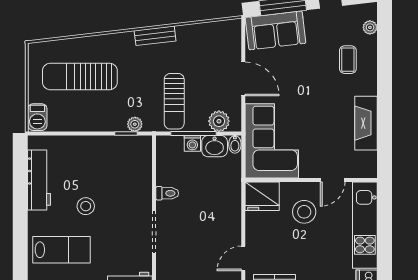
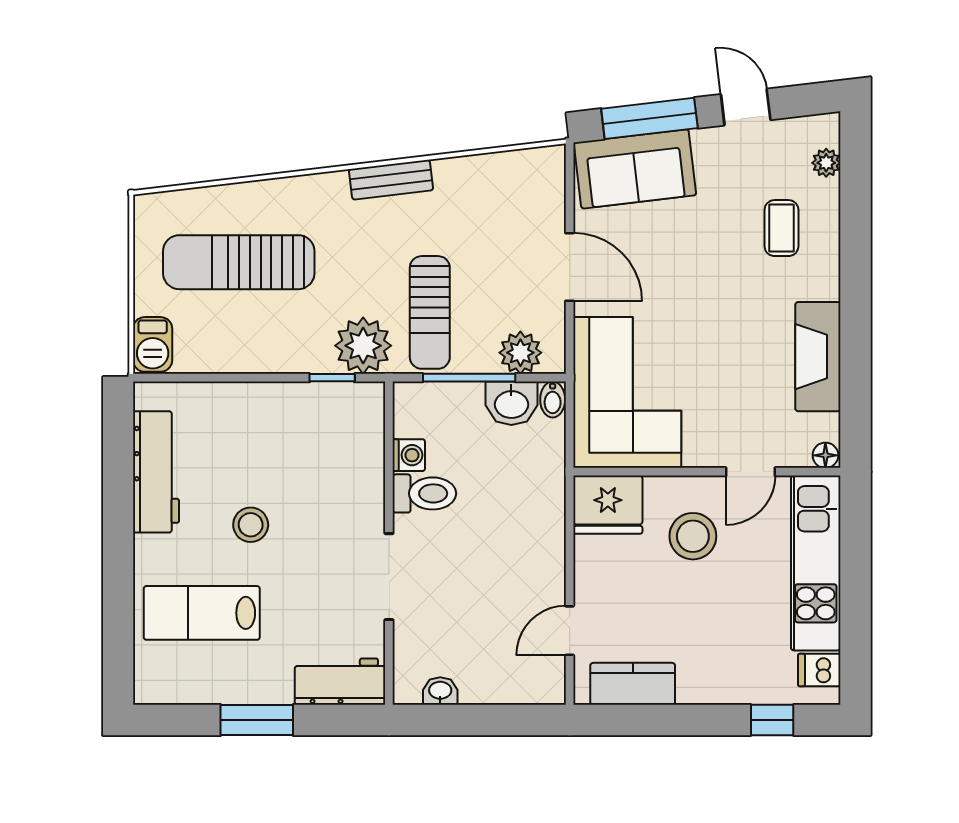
plant: (135, 124) -> (363, 346), width x1.88, depth x1.88
washing machine: (192, 143) -> (409, 455), moved, turned -90
floor lamp: (370, 172) -> (825, 455), added
toilet: (167, 193) -> (424, 493), width x1.37, depth x1.39
lab bench: (62, 250) -> (202, 613), turned 180

